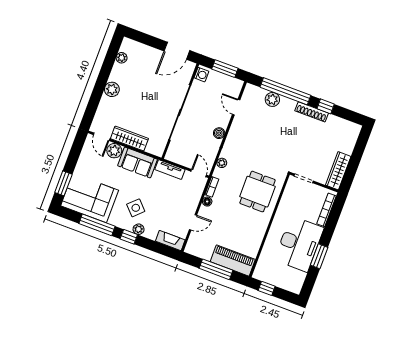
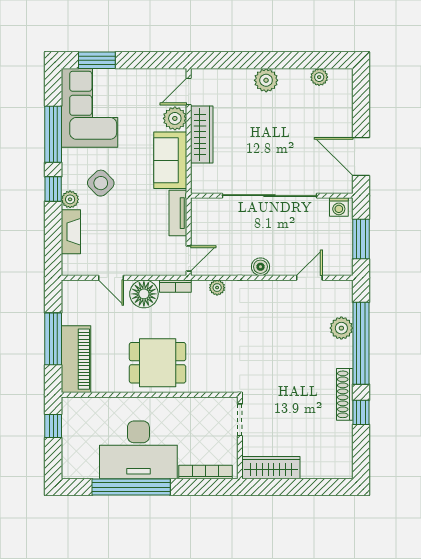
dining table: (257, 192) -> (158, 363), moved
floor lamp: (207, 202) -> (144, 294), width x1.89, depth x1.89
fireplace: (170, 241) -> (71, 232), moved
window: (319, 256) -> (131, 487), width x2.11

